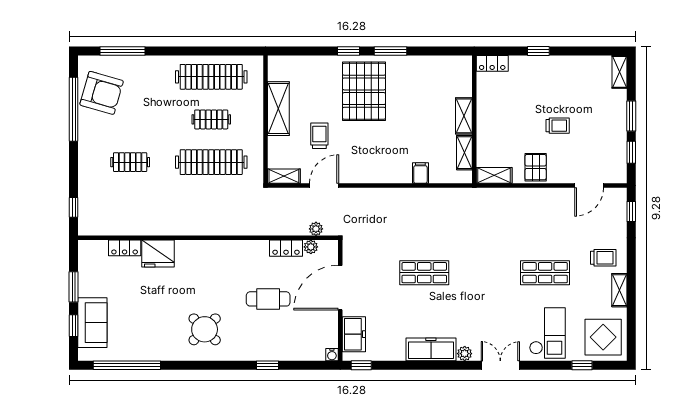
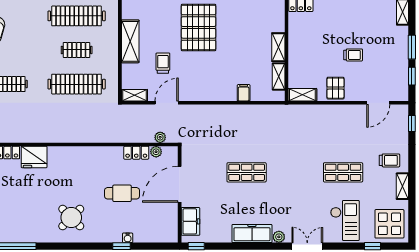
water cooler: (332, 355) -> (128, 238), moved

